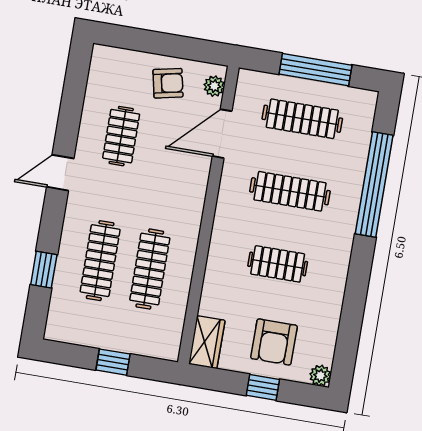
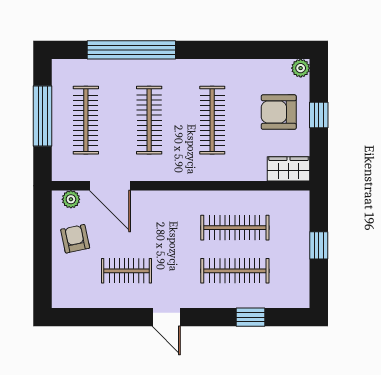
clothes rail: (278, 264) -> (212, 120), width x1.36
armchair: (274, 342) -> (279, 112), turned 180

